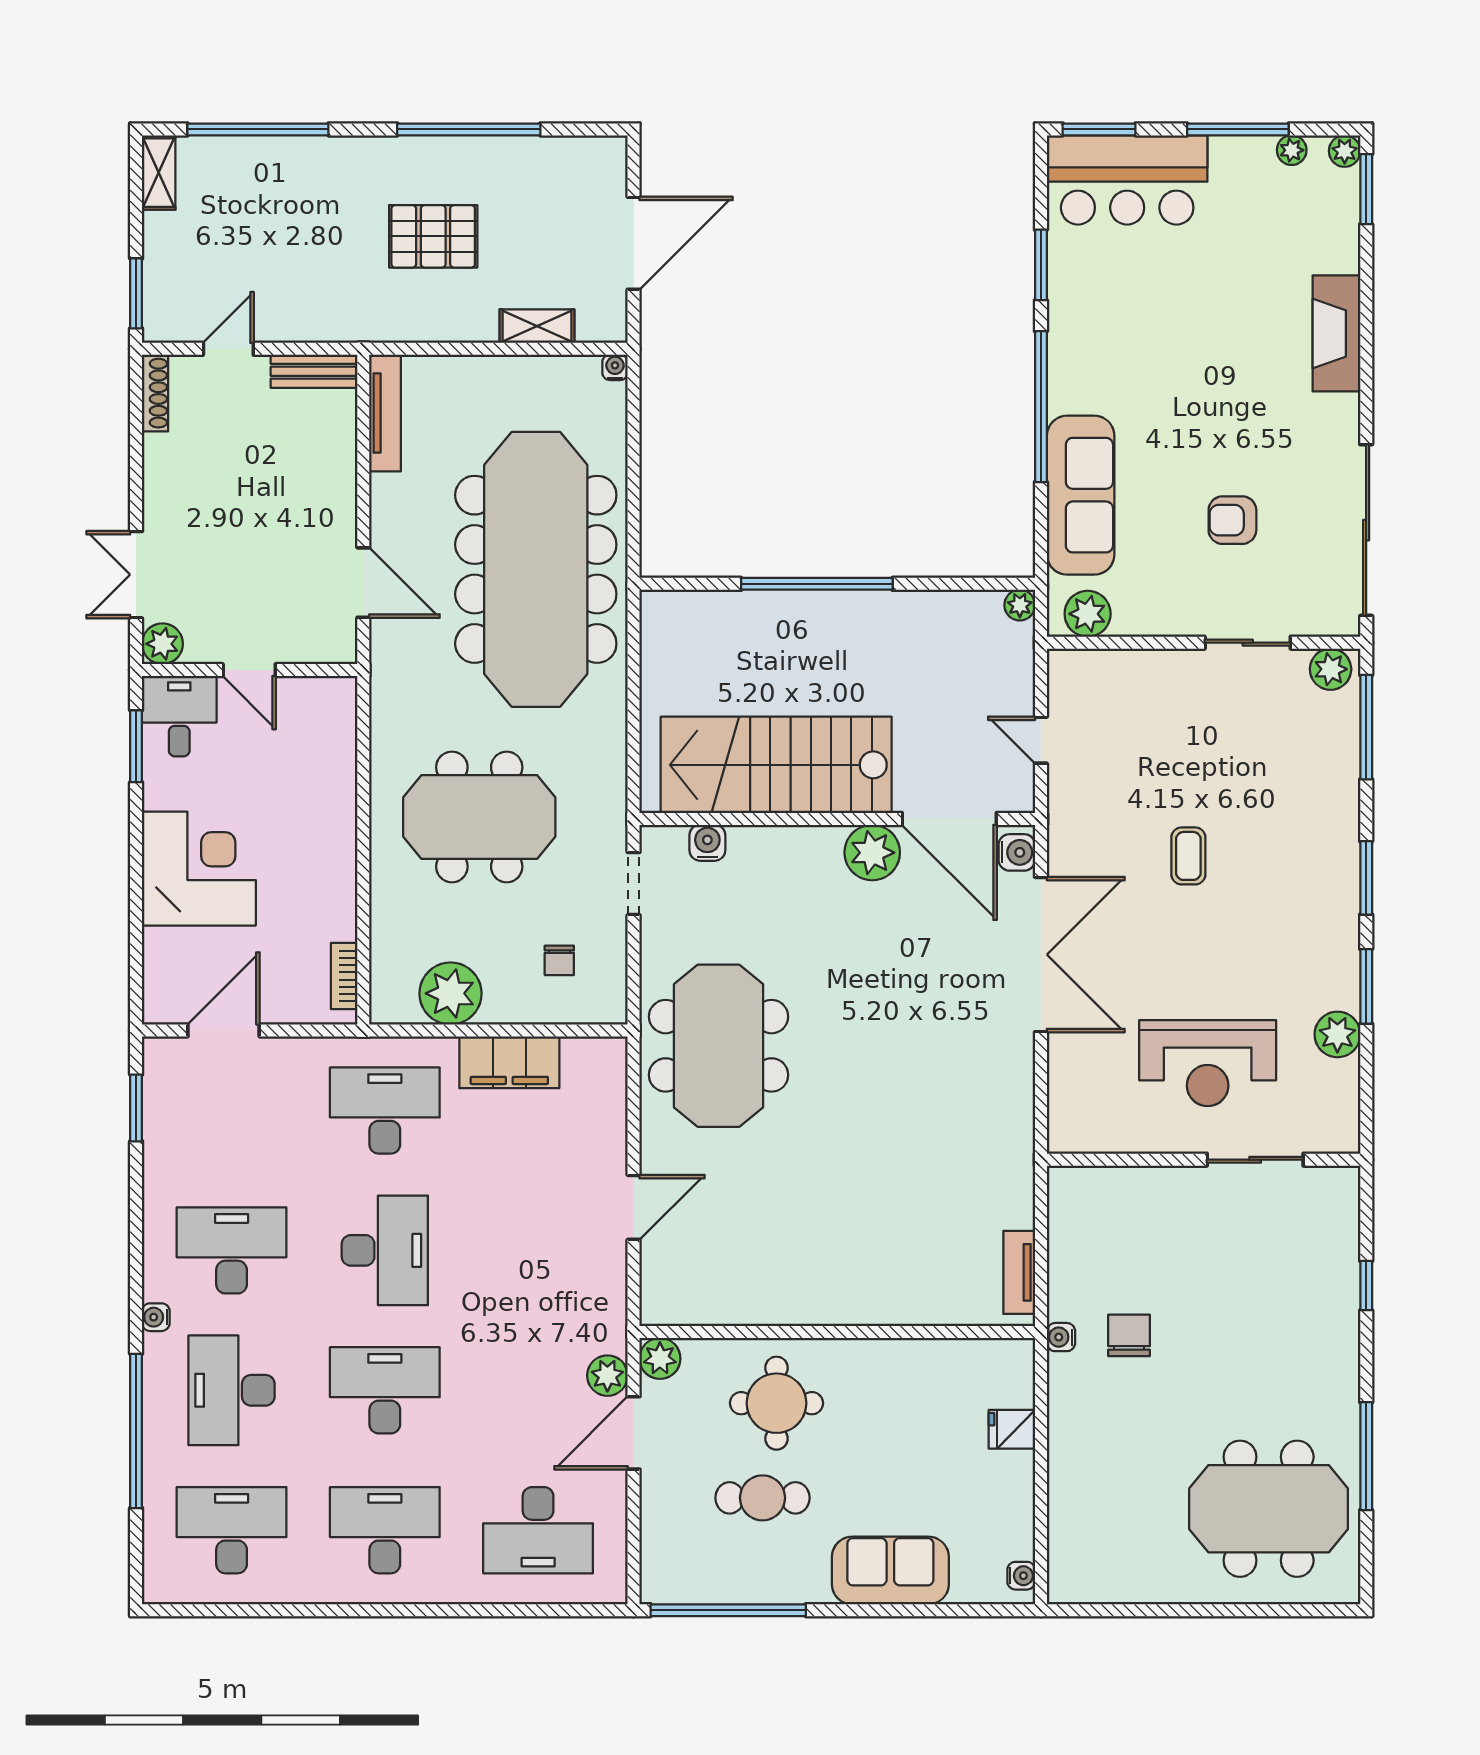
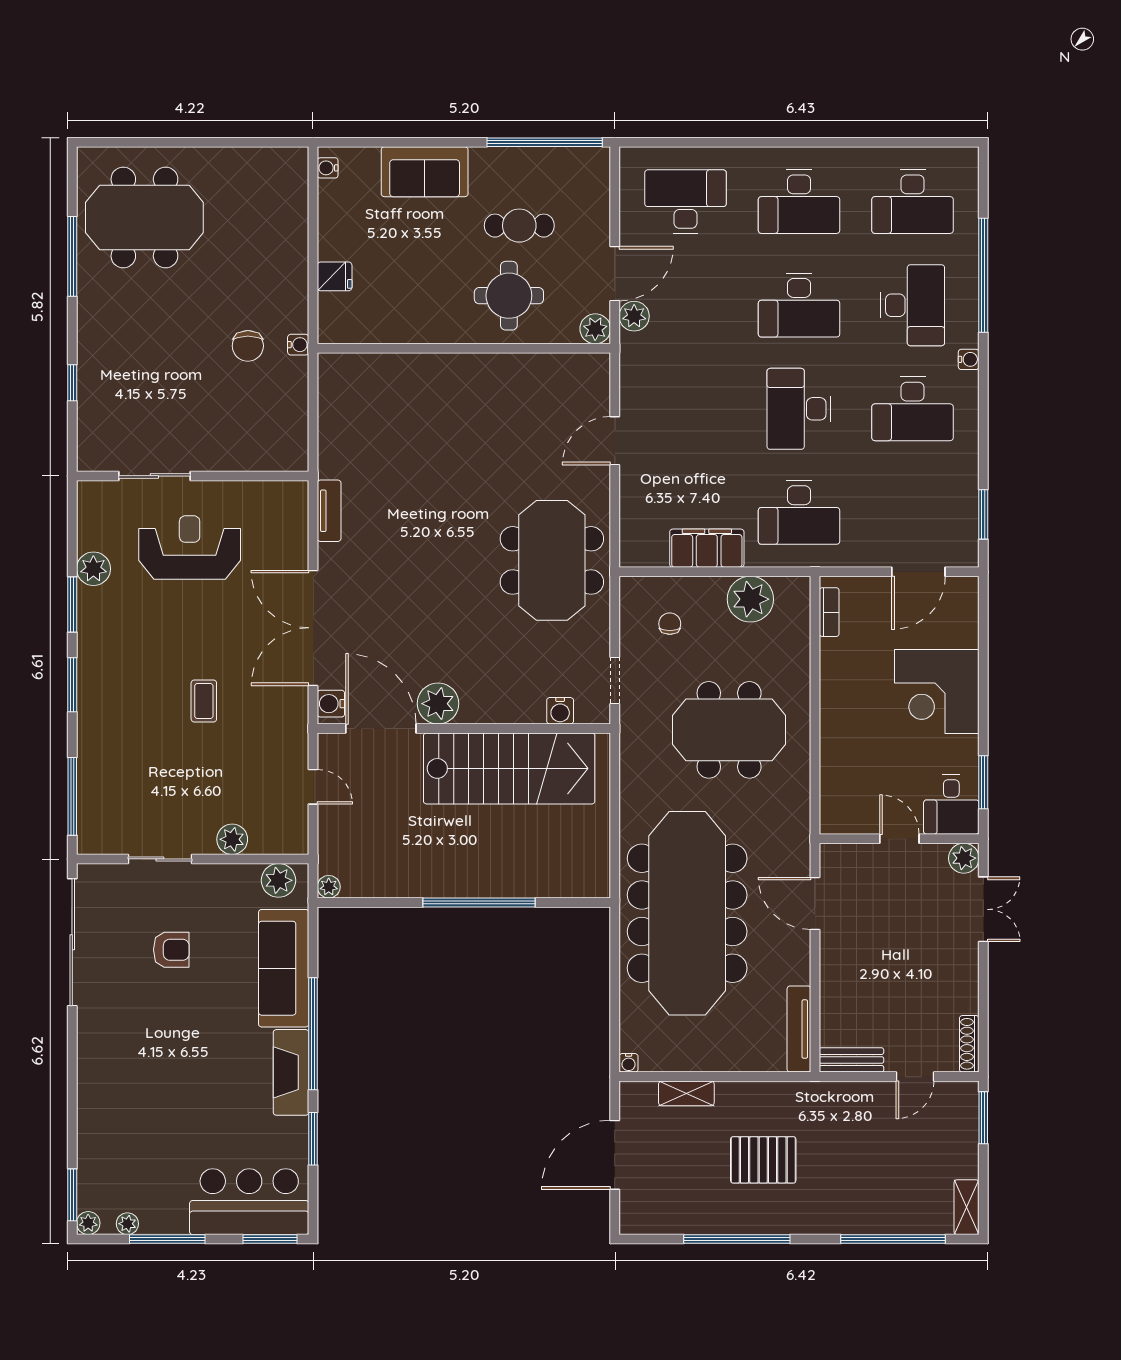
fireplace: (1336, 333) -> (291, 1072), moved, turned 180
plant: (1331, 669) -> (232, 839), moved
tv unit: (1019, 1272) -> (329, 511), moved

